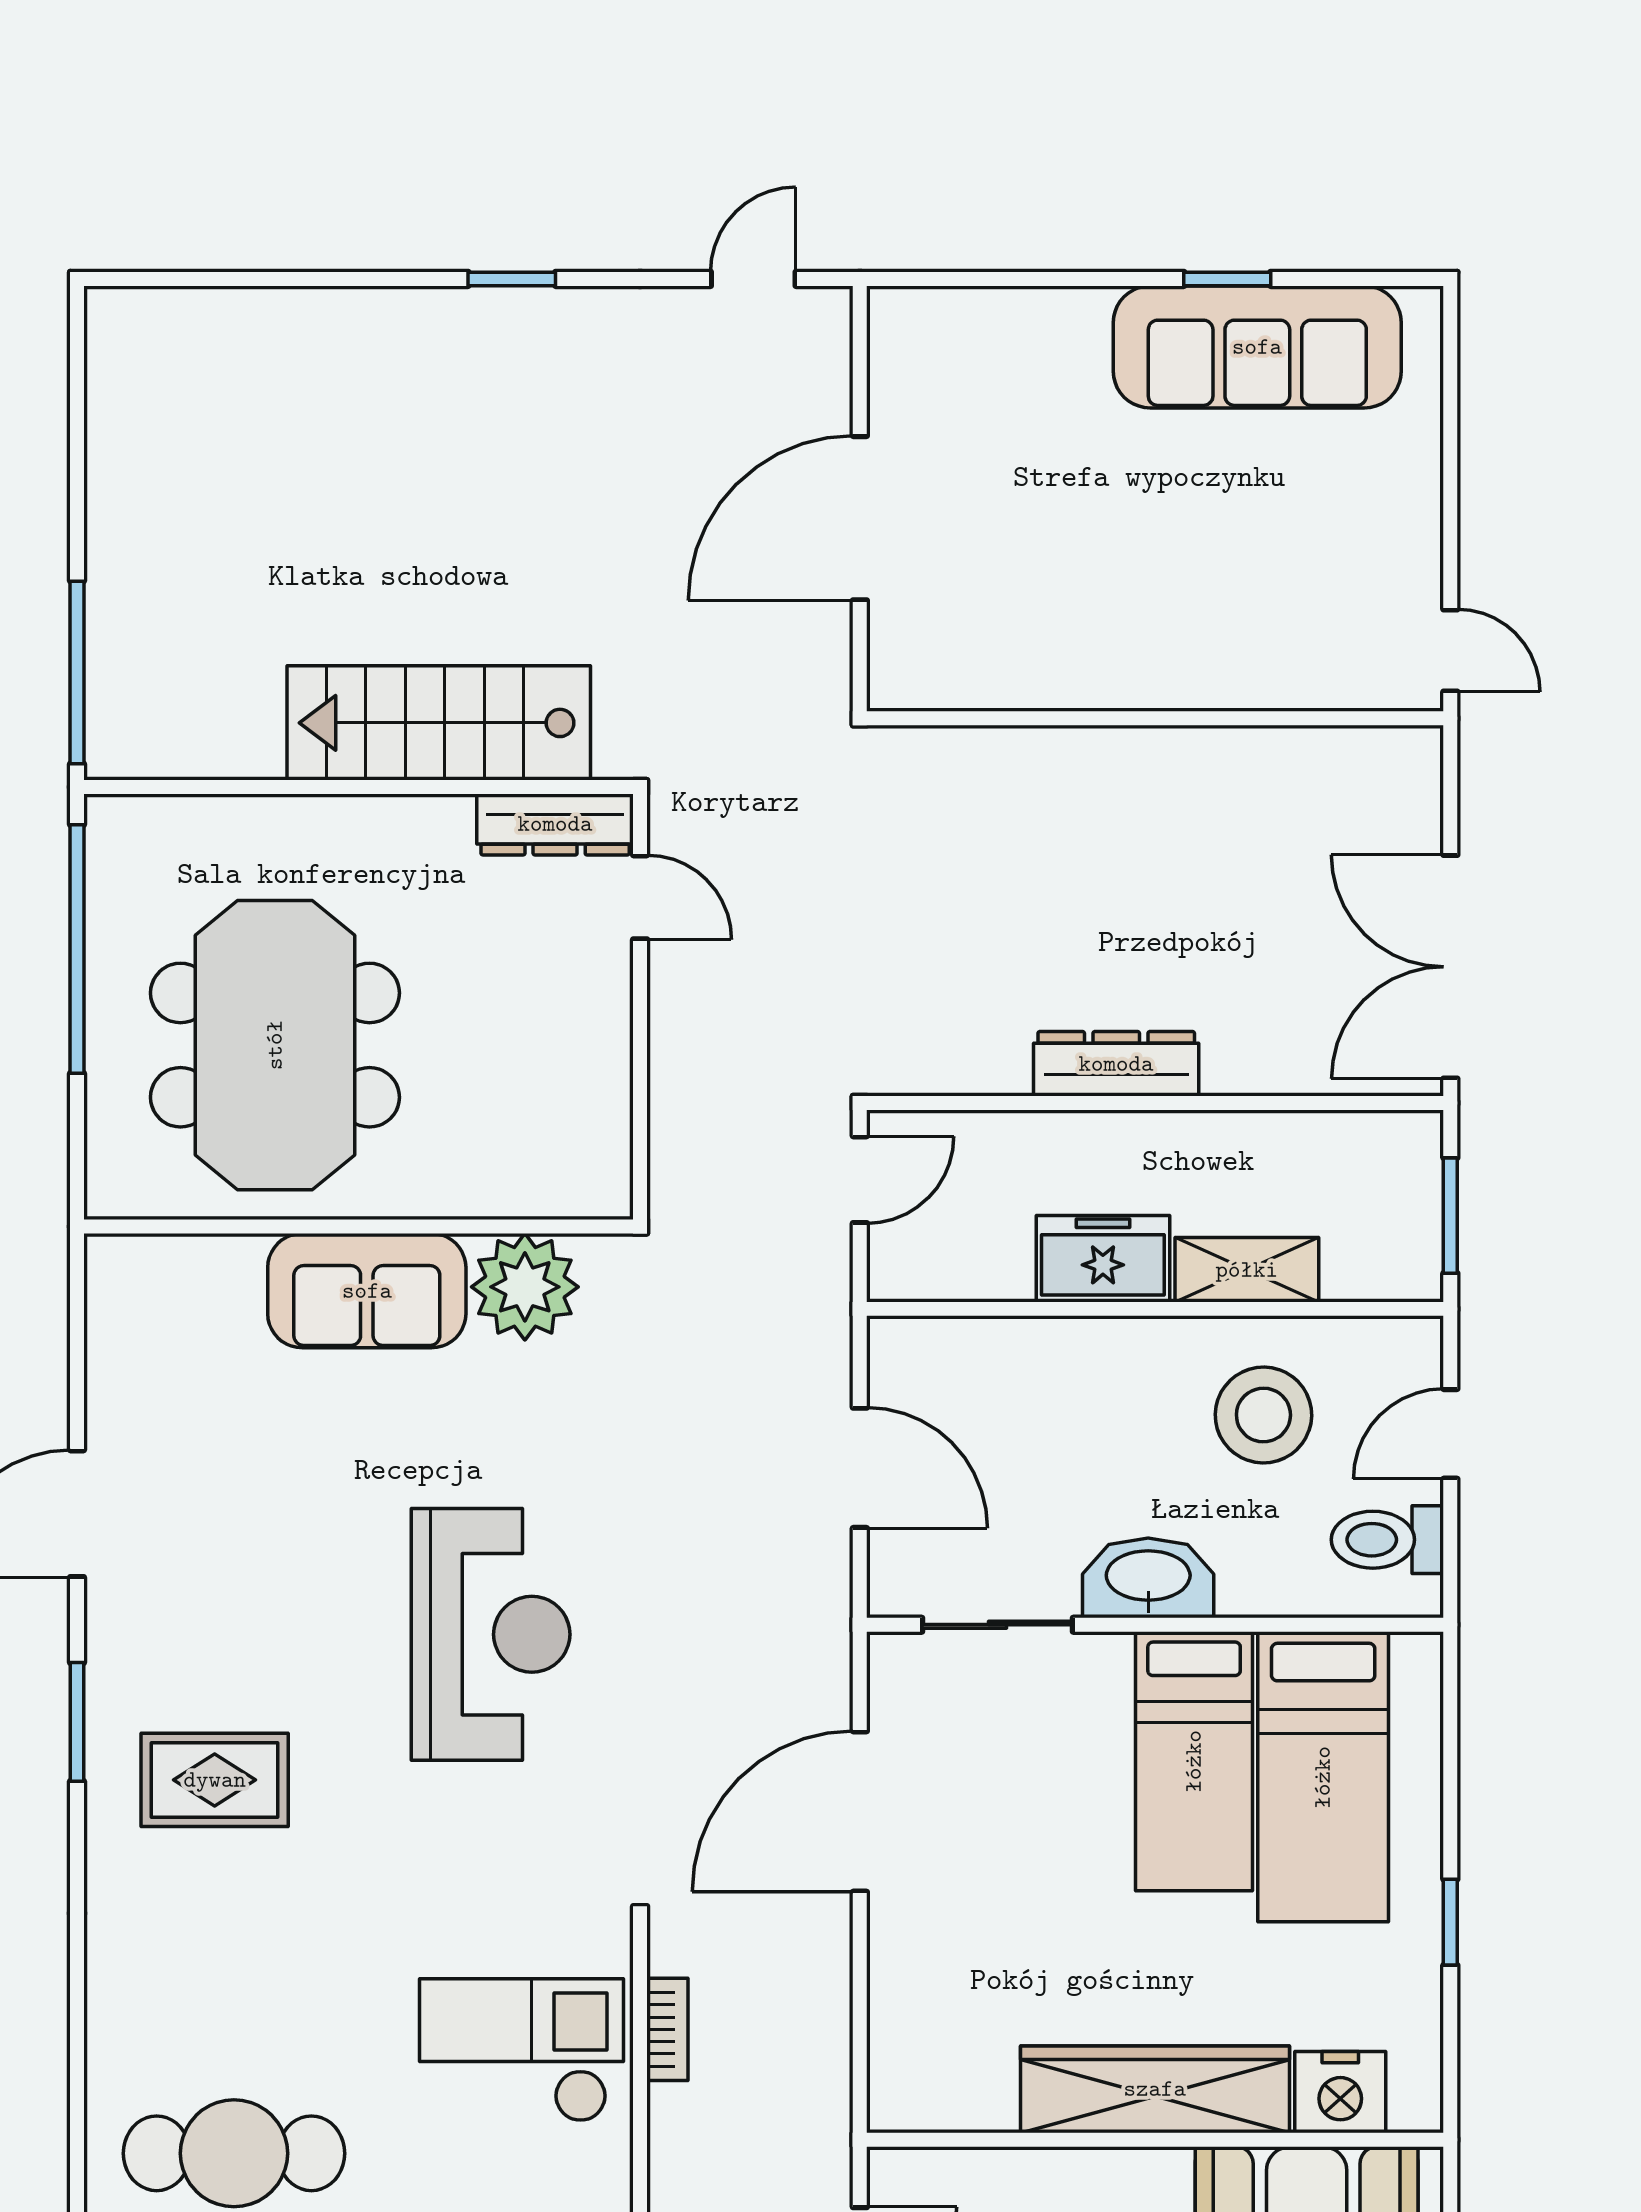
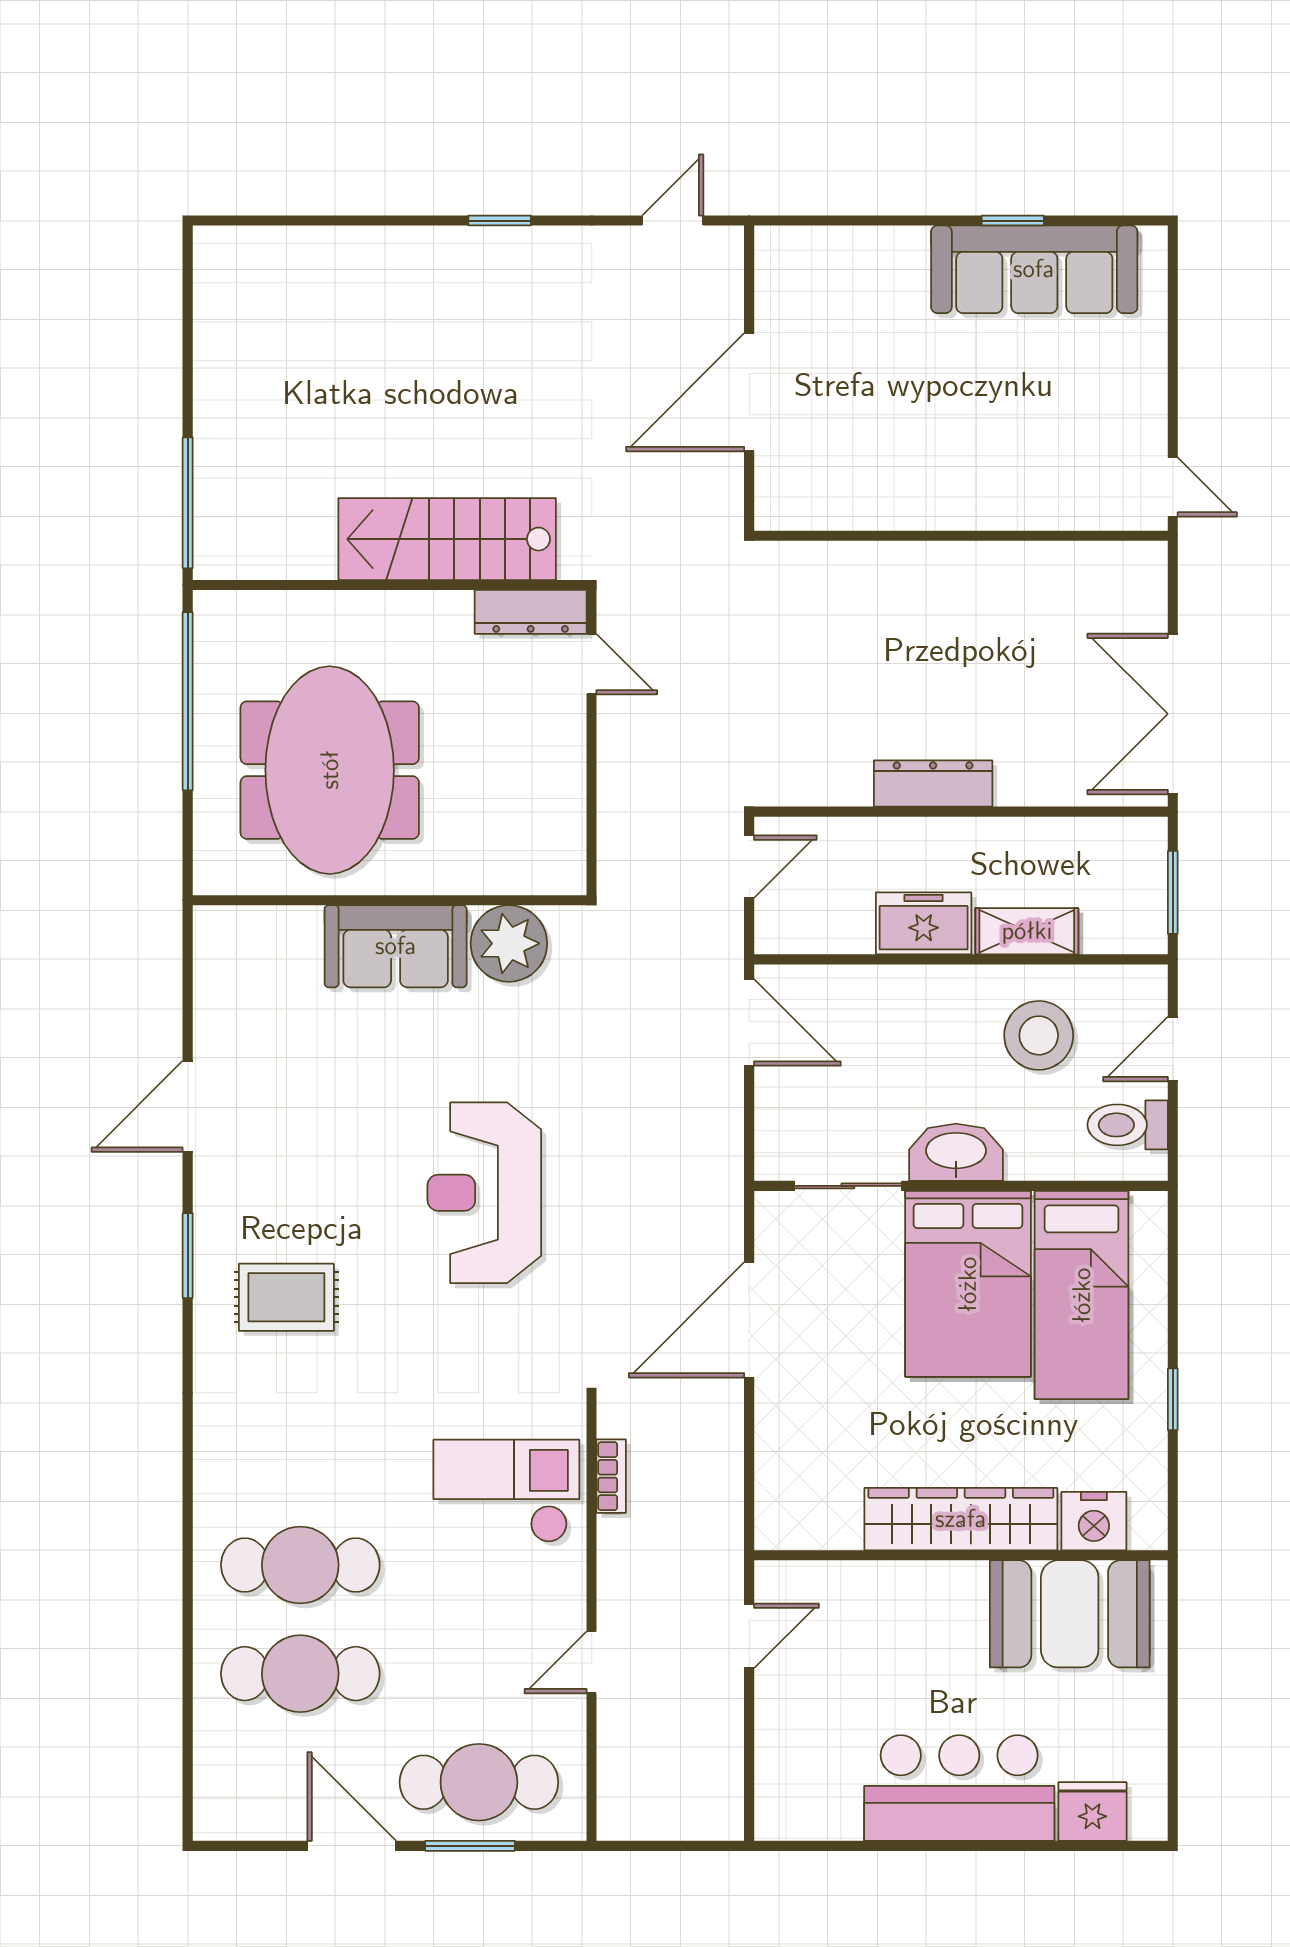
door: (860, 1468) -> (749, 1022), moved
reception desk: (491, 1634) -> (484, 1193), turned 180
bed: (1194, 1761) -> (968, 1284), width x1.50

